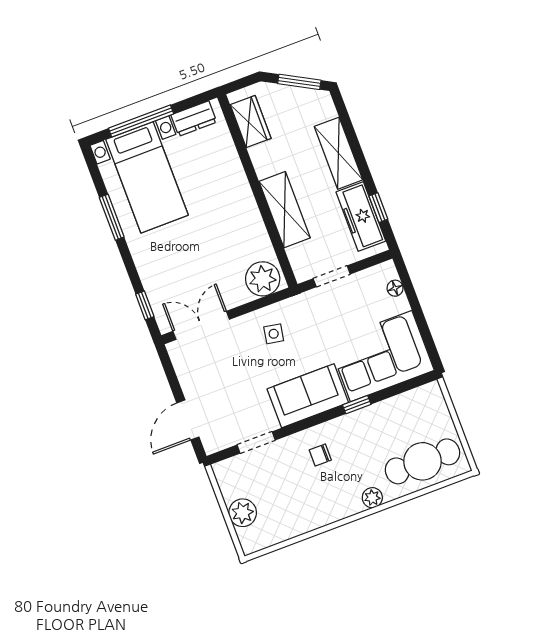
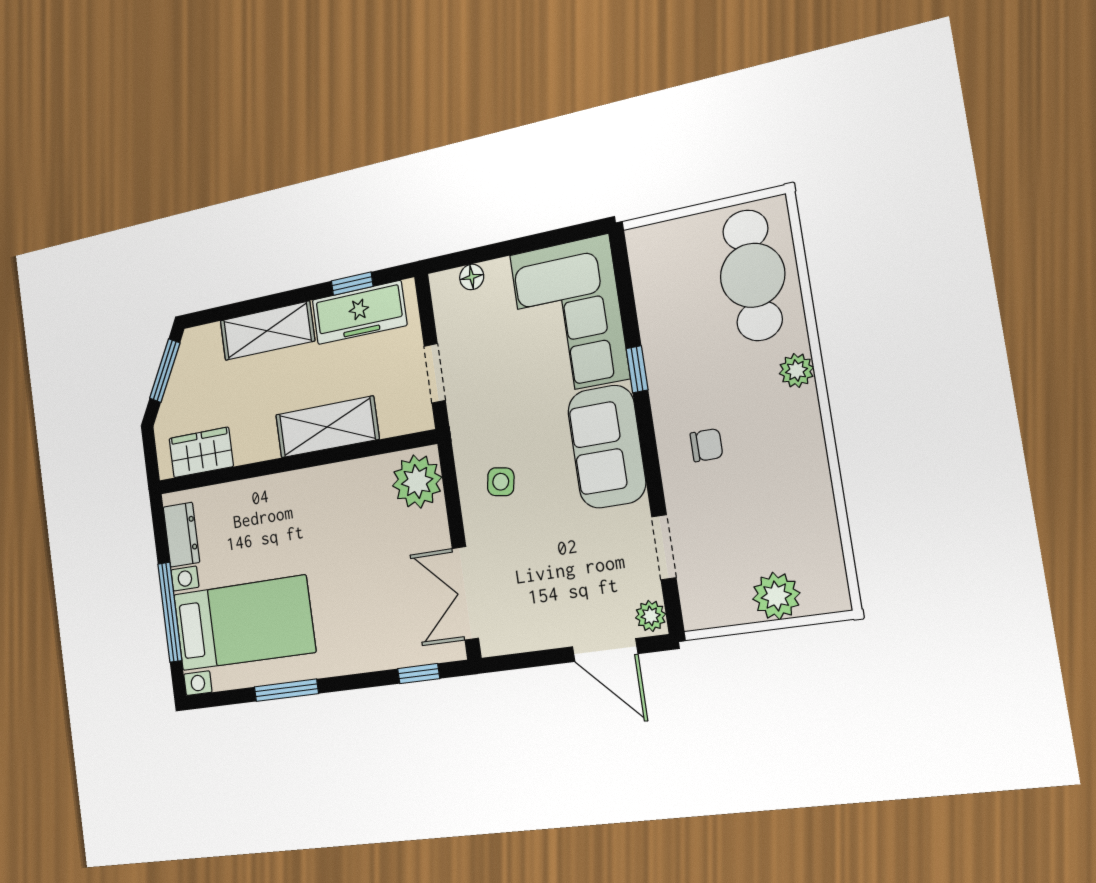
plant: (214, 443) -> (651, 616), added
chair: (320, 455) -> (706, 445), turned -90

